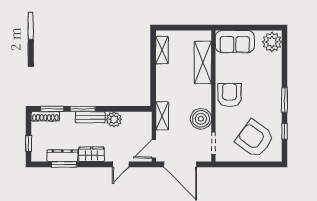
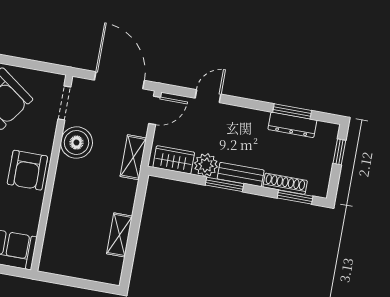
shelving: (162, 50) -> (119, 235), moved
shelving: (203, 62) -> (59, 226), removed
window: (83, 109) -> (224, 184), moved
shoe rack: (45, 116) -> (285, 184), moved
wardrobe: (92, 154) -> (174, 160), moved, turned 180

